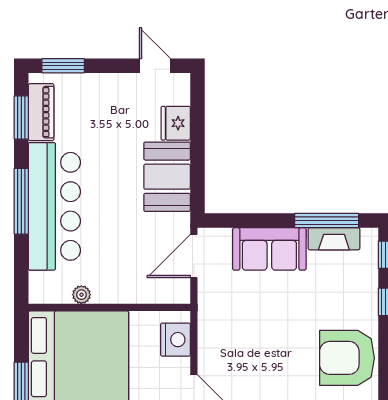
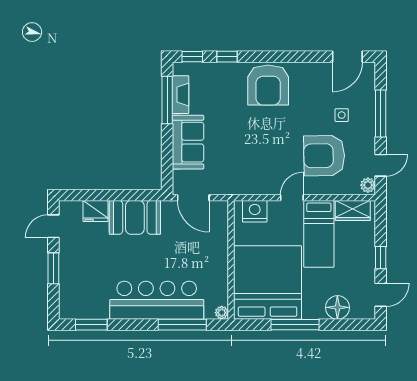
window: (63, 66) -> (53, 268), moved
piano: (41, 112) -> (87, 310), removed
window: (21, 201) -> (182, 325), moved
plant: (81, 295) -> (222, 313), moved

